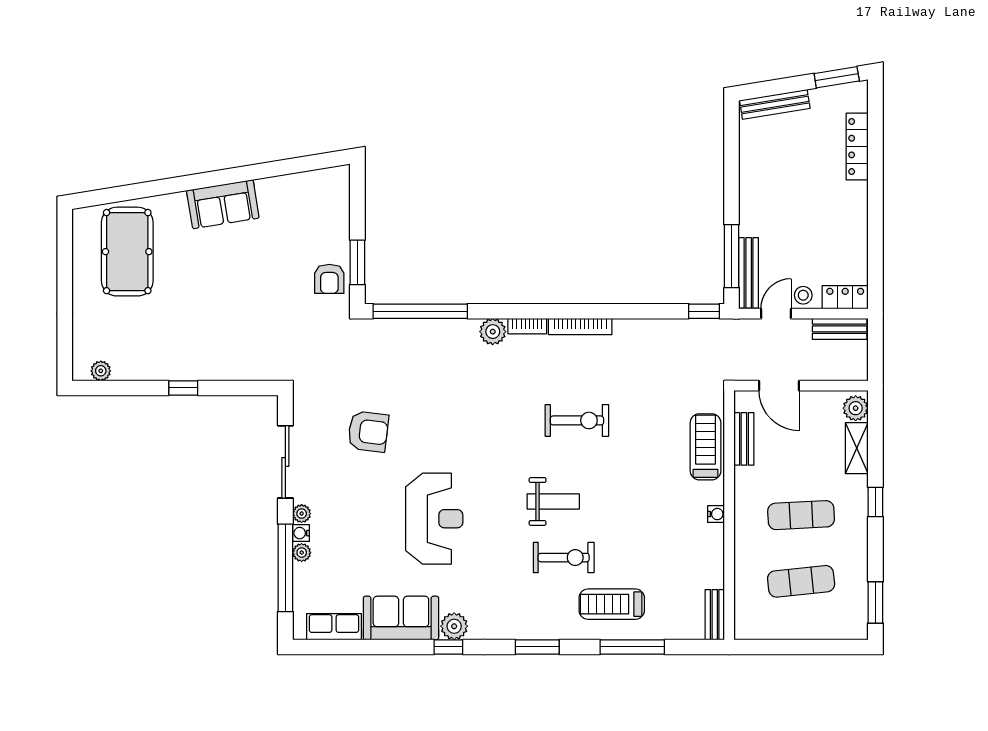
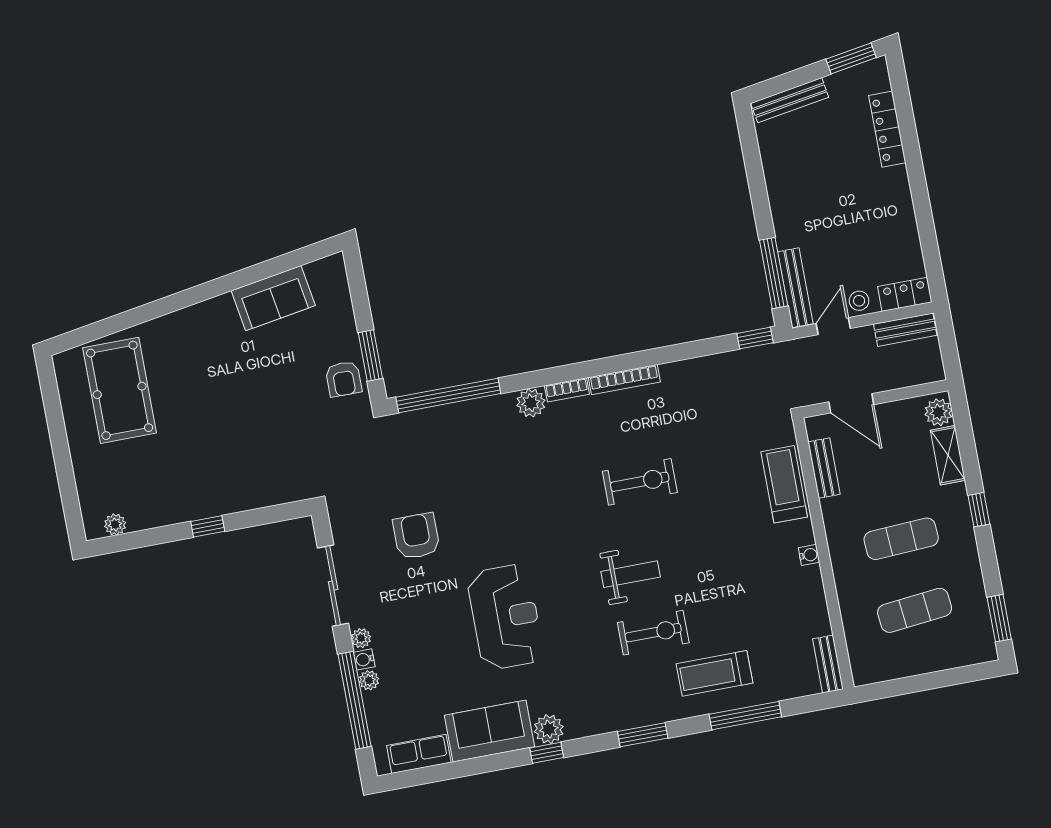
sofa: (223, 204) -> (273, 298), moved
armchair: (368, 432) -> (416, 536), turned -97

